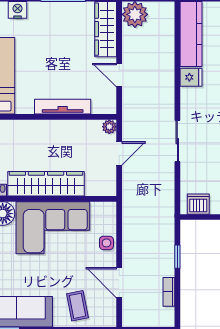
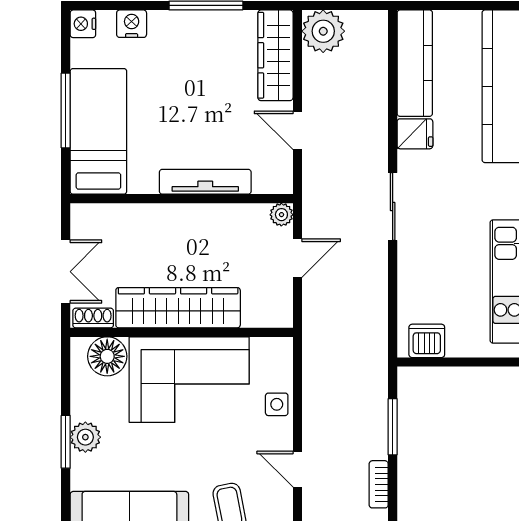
sliding door: (177, 141) -> (393, 207), moved
window: (177, 257) -> (393, 427), width x1.50
door: (119, 283) -> (297, 469), width x0.73

